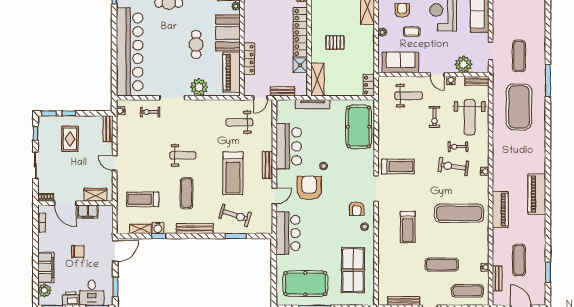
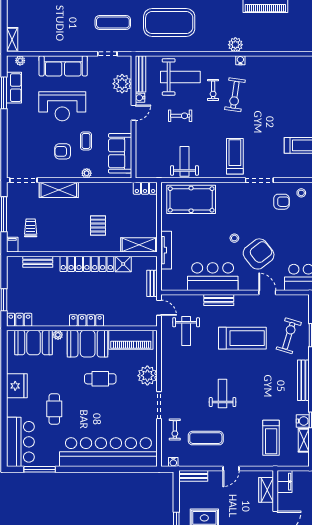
locker: (249, 59) -> (86, 320), moved
bench: (477, 81) -> (141, 74), width x1.36
weight bench: (409, 96) -> (185, 161), moved
bench: (267, 165) -> (219, 300), moved
plant: (499, 167) -> (235, 45), added
armchair: (309, 188) -> (259, 254), turned 142
exercise mat: (187, 193) -> (206, 438), moved
piano: (500, 210) -> (282, 43), removed
filing cabinet: (88, 211) -> (284, 482), moved
exercise mat: (459, 213) -> (286, 89), removed

